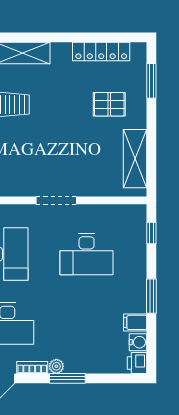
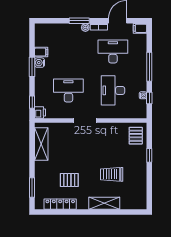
pallet: (109, 104) -> (69, 180), moved
water cooler: (138, 342) -> (40, 63), moved
printer: (137, 363) -> (40, 113), moved

